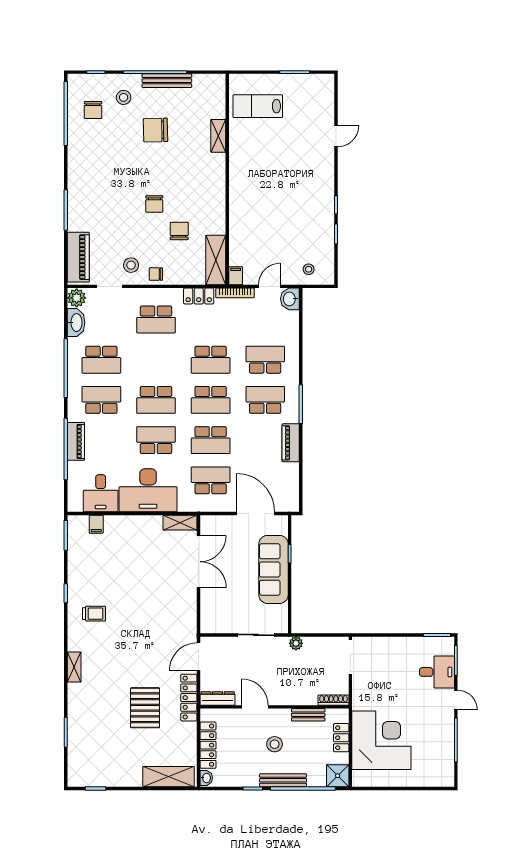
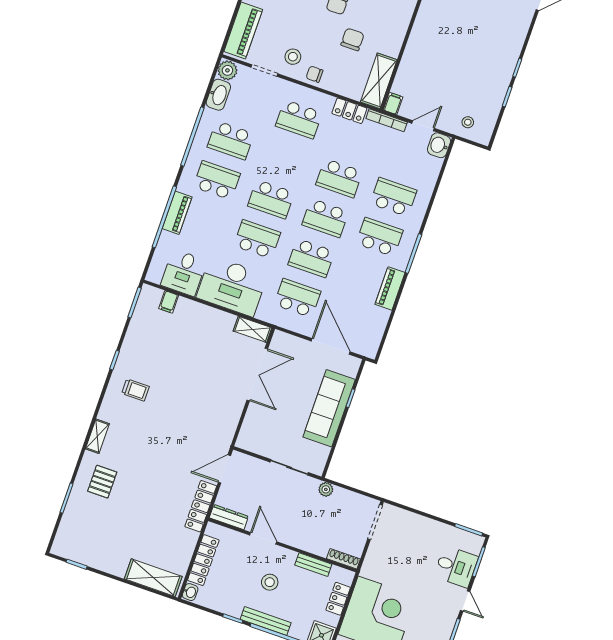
pallet: (145, 708) -> (102, 482), moved, width x0.67, depth x0.71

